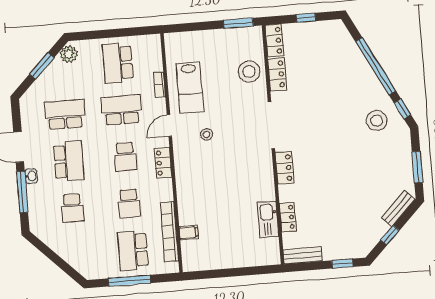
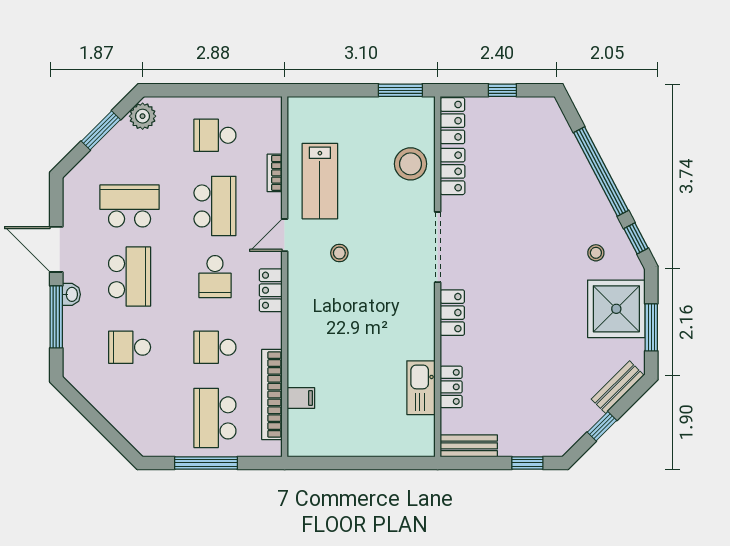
school desk: (118, 63) -> (215, 135), width x0.54
school desk: (122, 110) -> (215, 206), turned 90
stool: (377, 121) -> (596, 253), width x0.53, depth x0.53
shower: (393, 157) -> (616, 309), added
school desk: (129, 203) -> (215, 347), turned 90
school desk: (72, 208) -> (130, 347), turned 90

